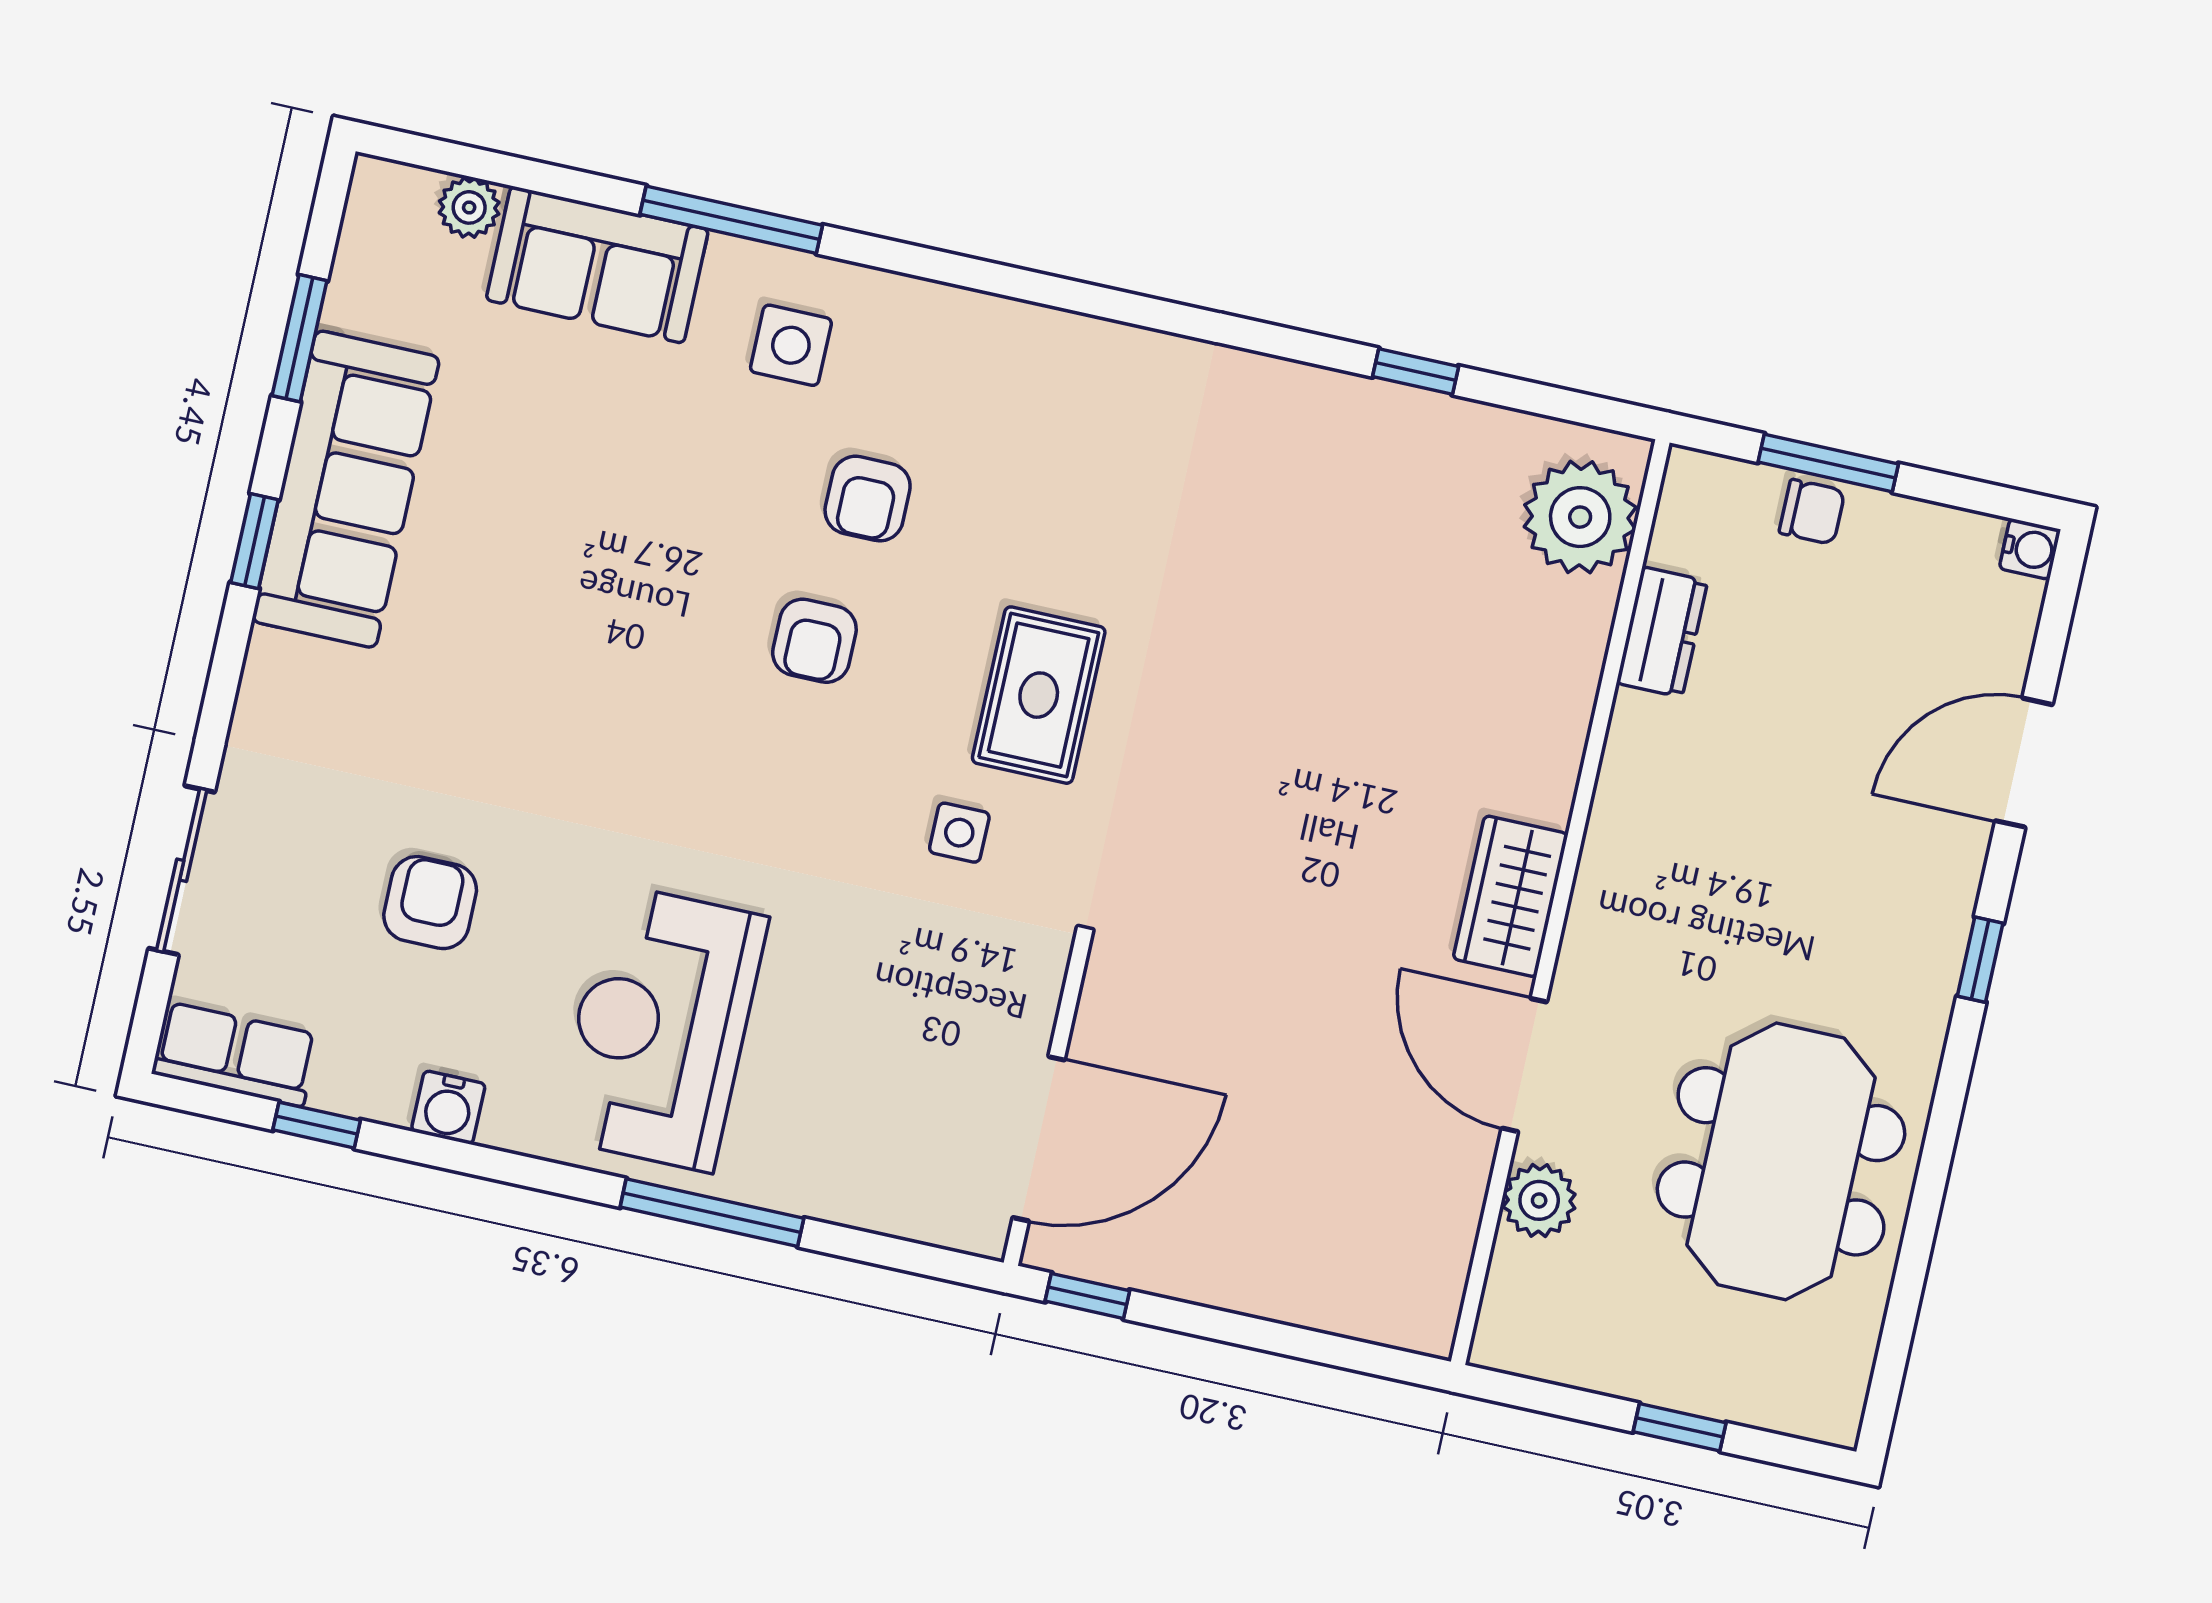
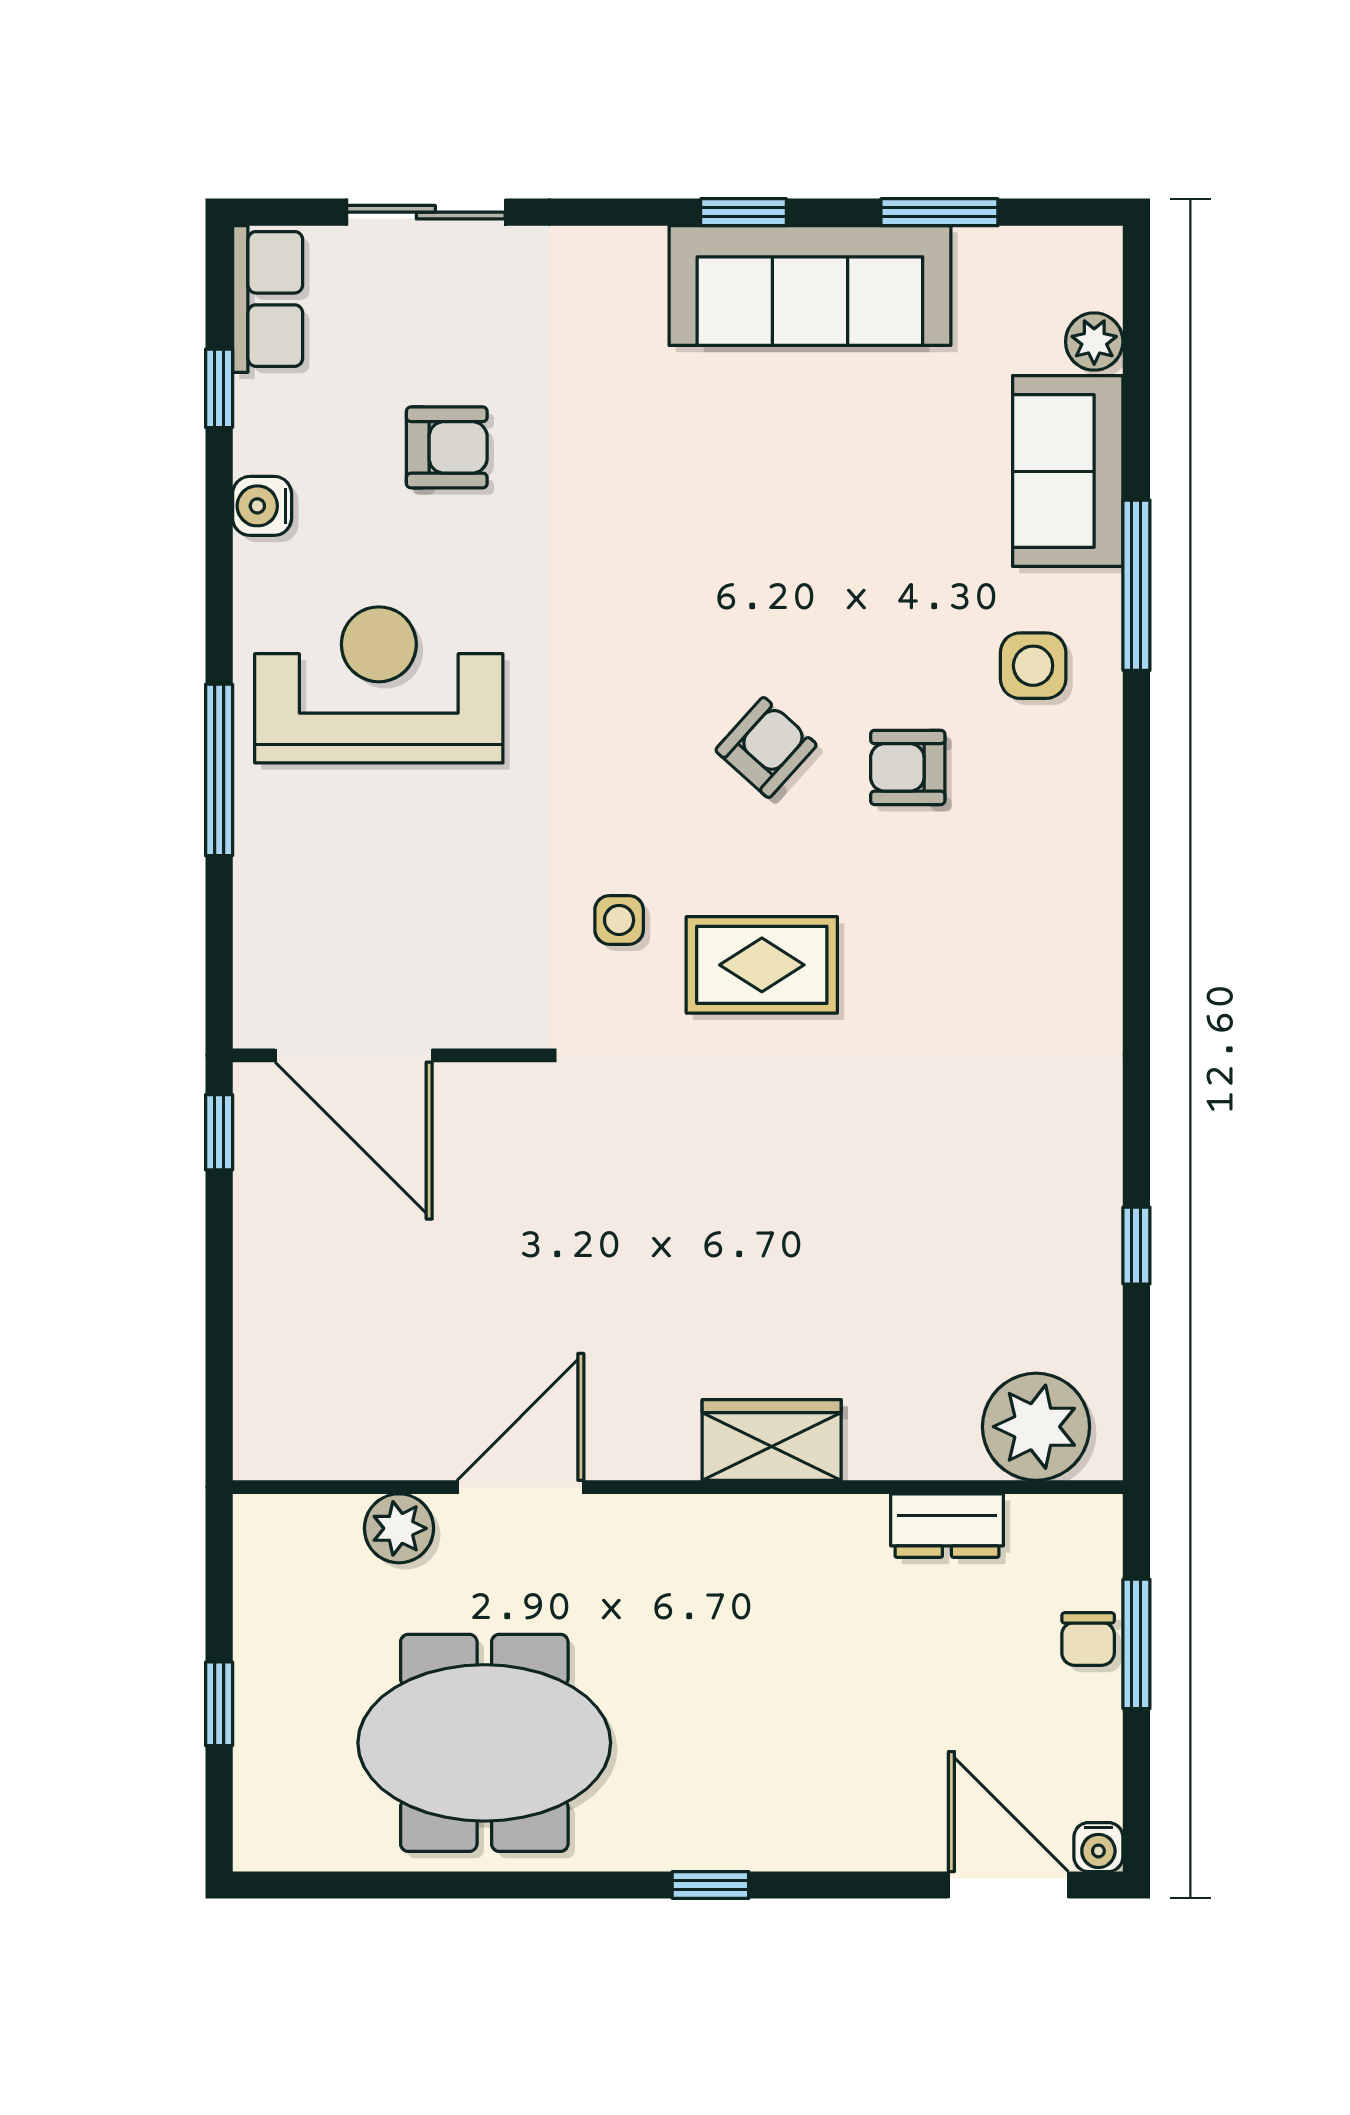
armchair: (814, 641) -> (766, 748), turned 132
door: (2024, 763) -> (1008, 1885), moved
wardrobe: (1510, 896) -> (772, 1440), moved

